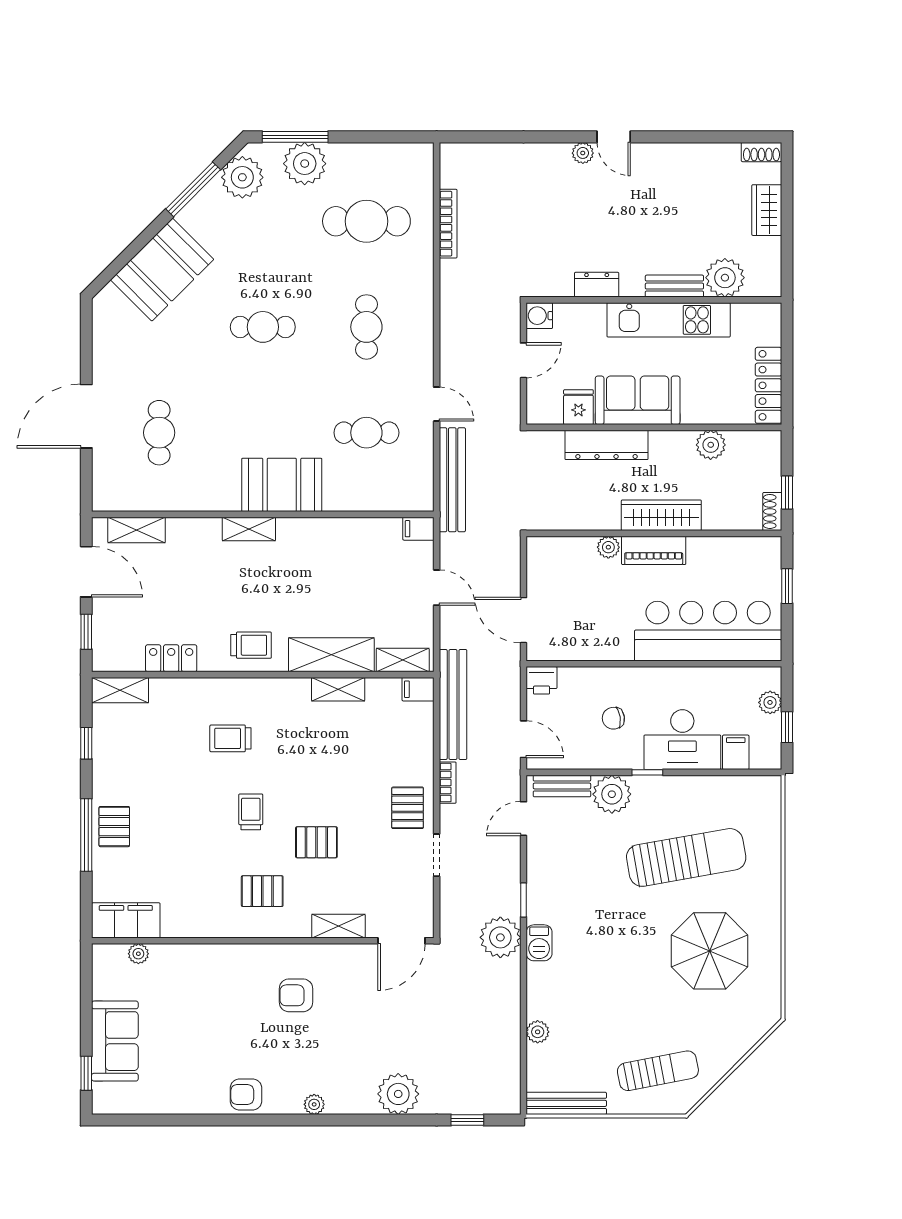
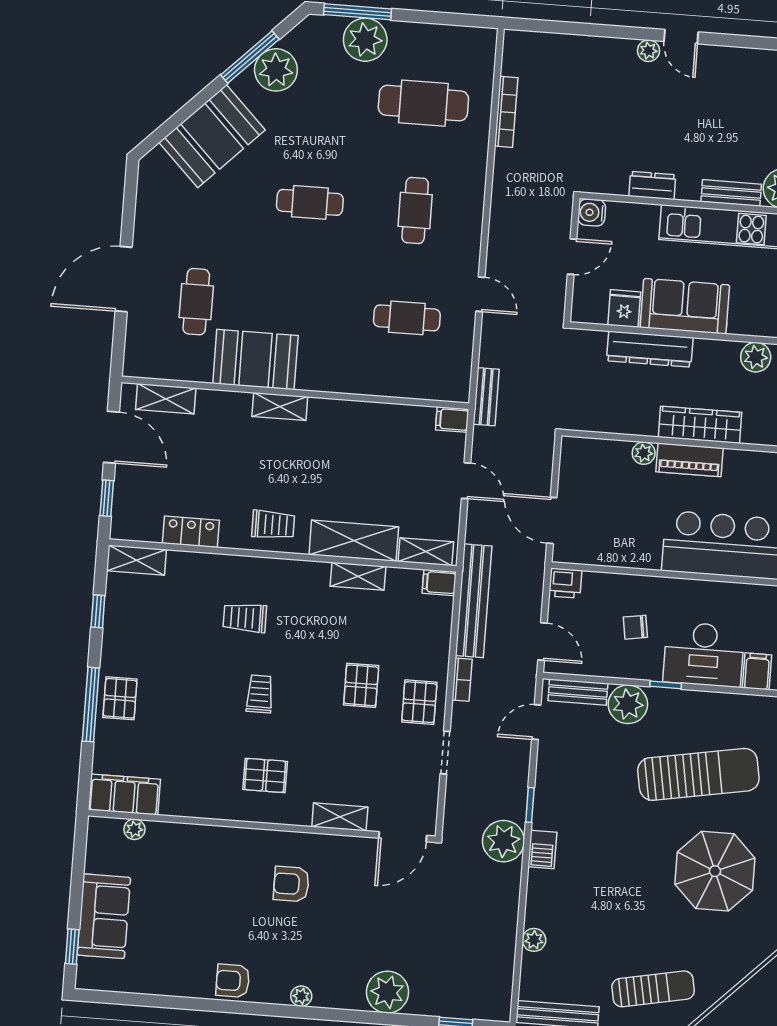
plant: (242, 177) -> (276, 70), moved
bench: (452, 480) -> (486, 397), width x0.54, depth x0.82
booth: (282, 485) -> (255, 360), moved
pallet: (316, 842) -> (361, 685), moved, turned 90

